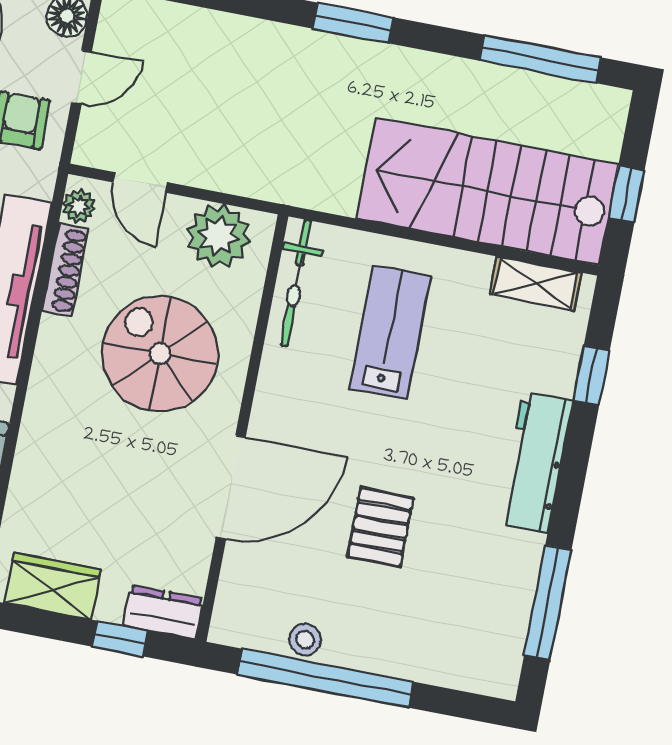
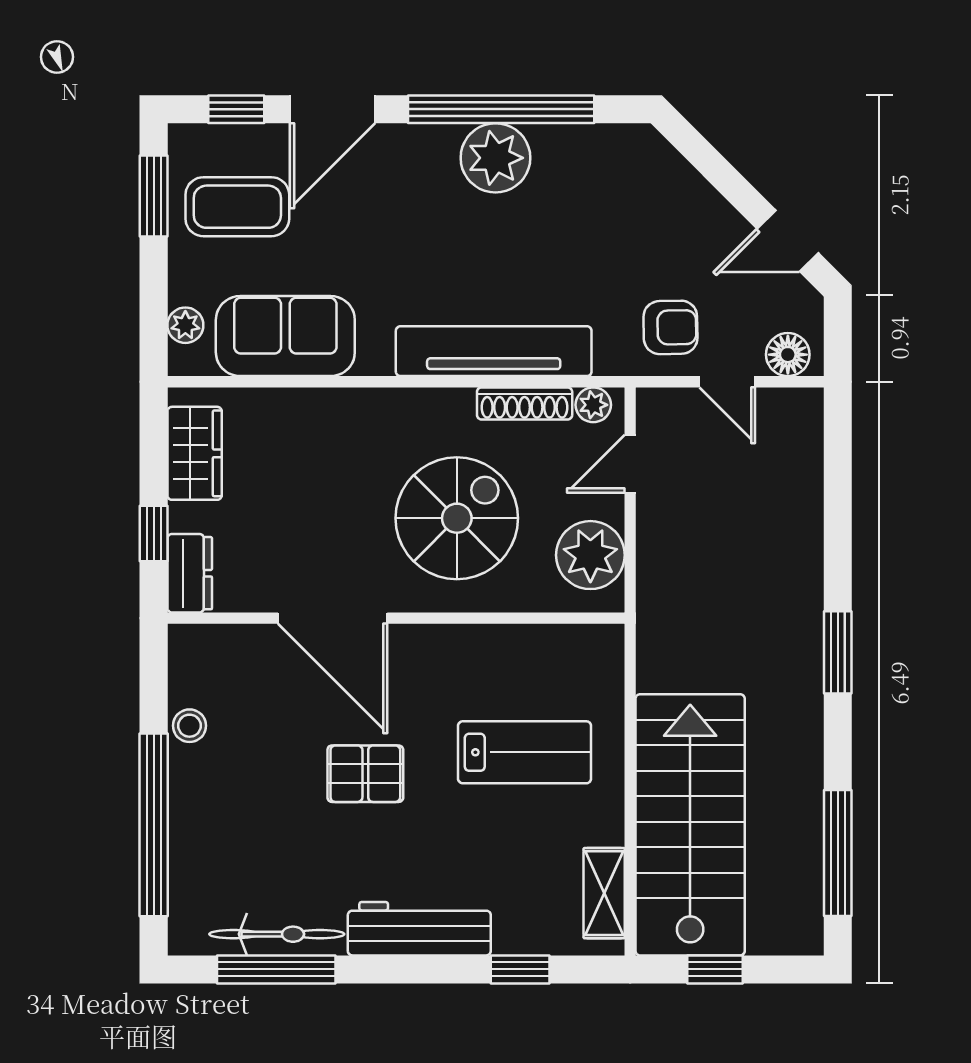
bicycle: (296, 283) -> (277, 934), moved, turned 180
pallet: (380, 527) -> (365, 774), moved
window: (326, 678) -> (154, 825), moved

